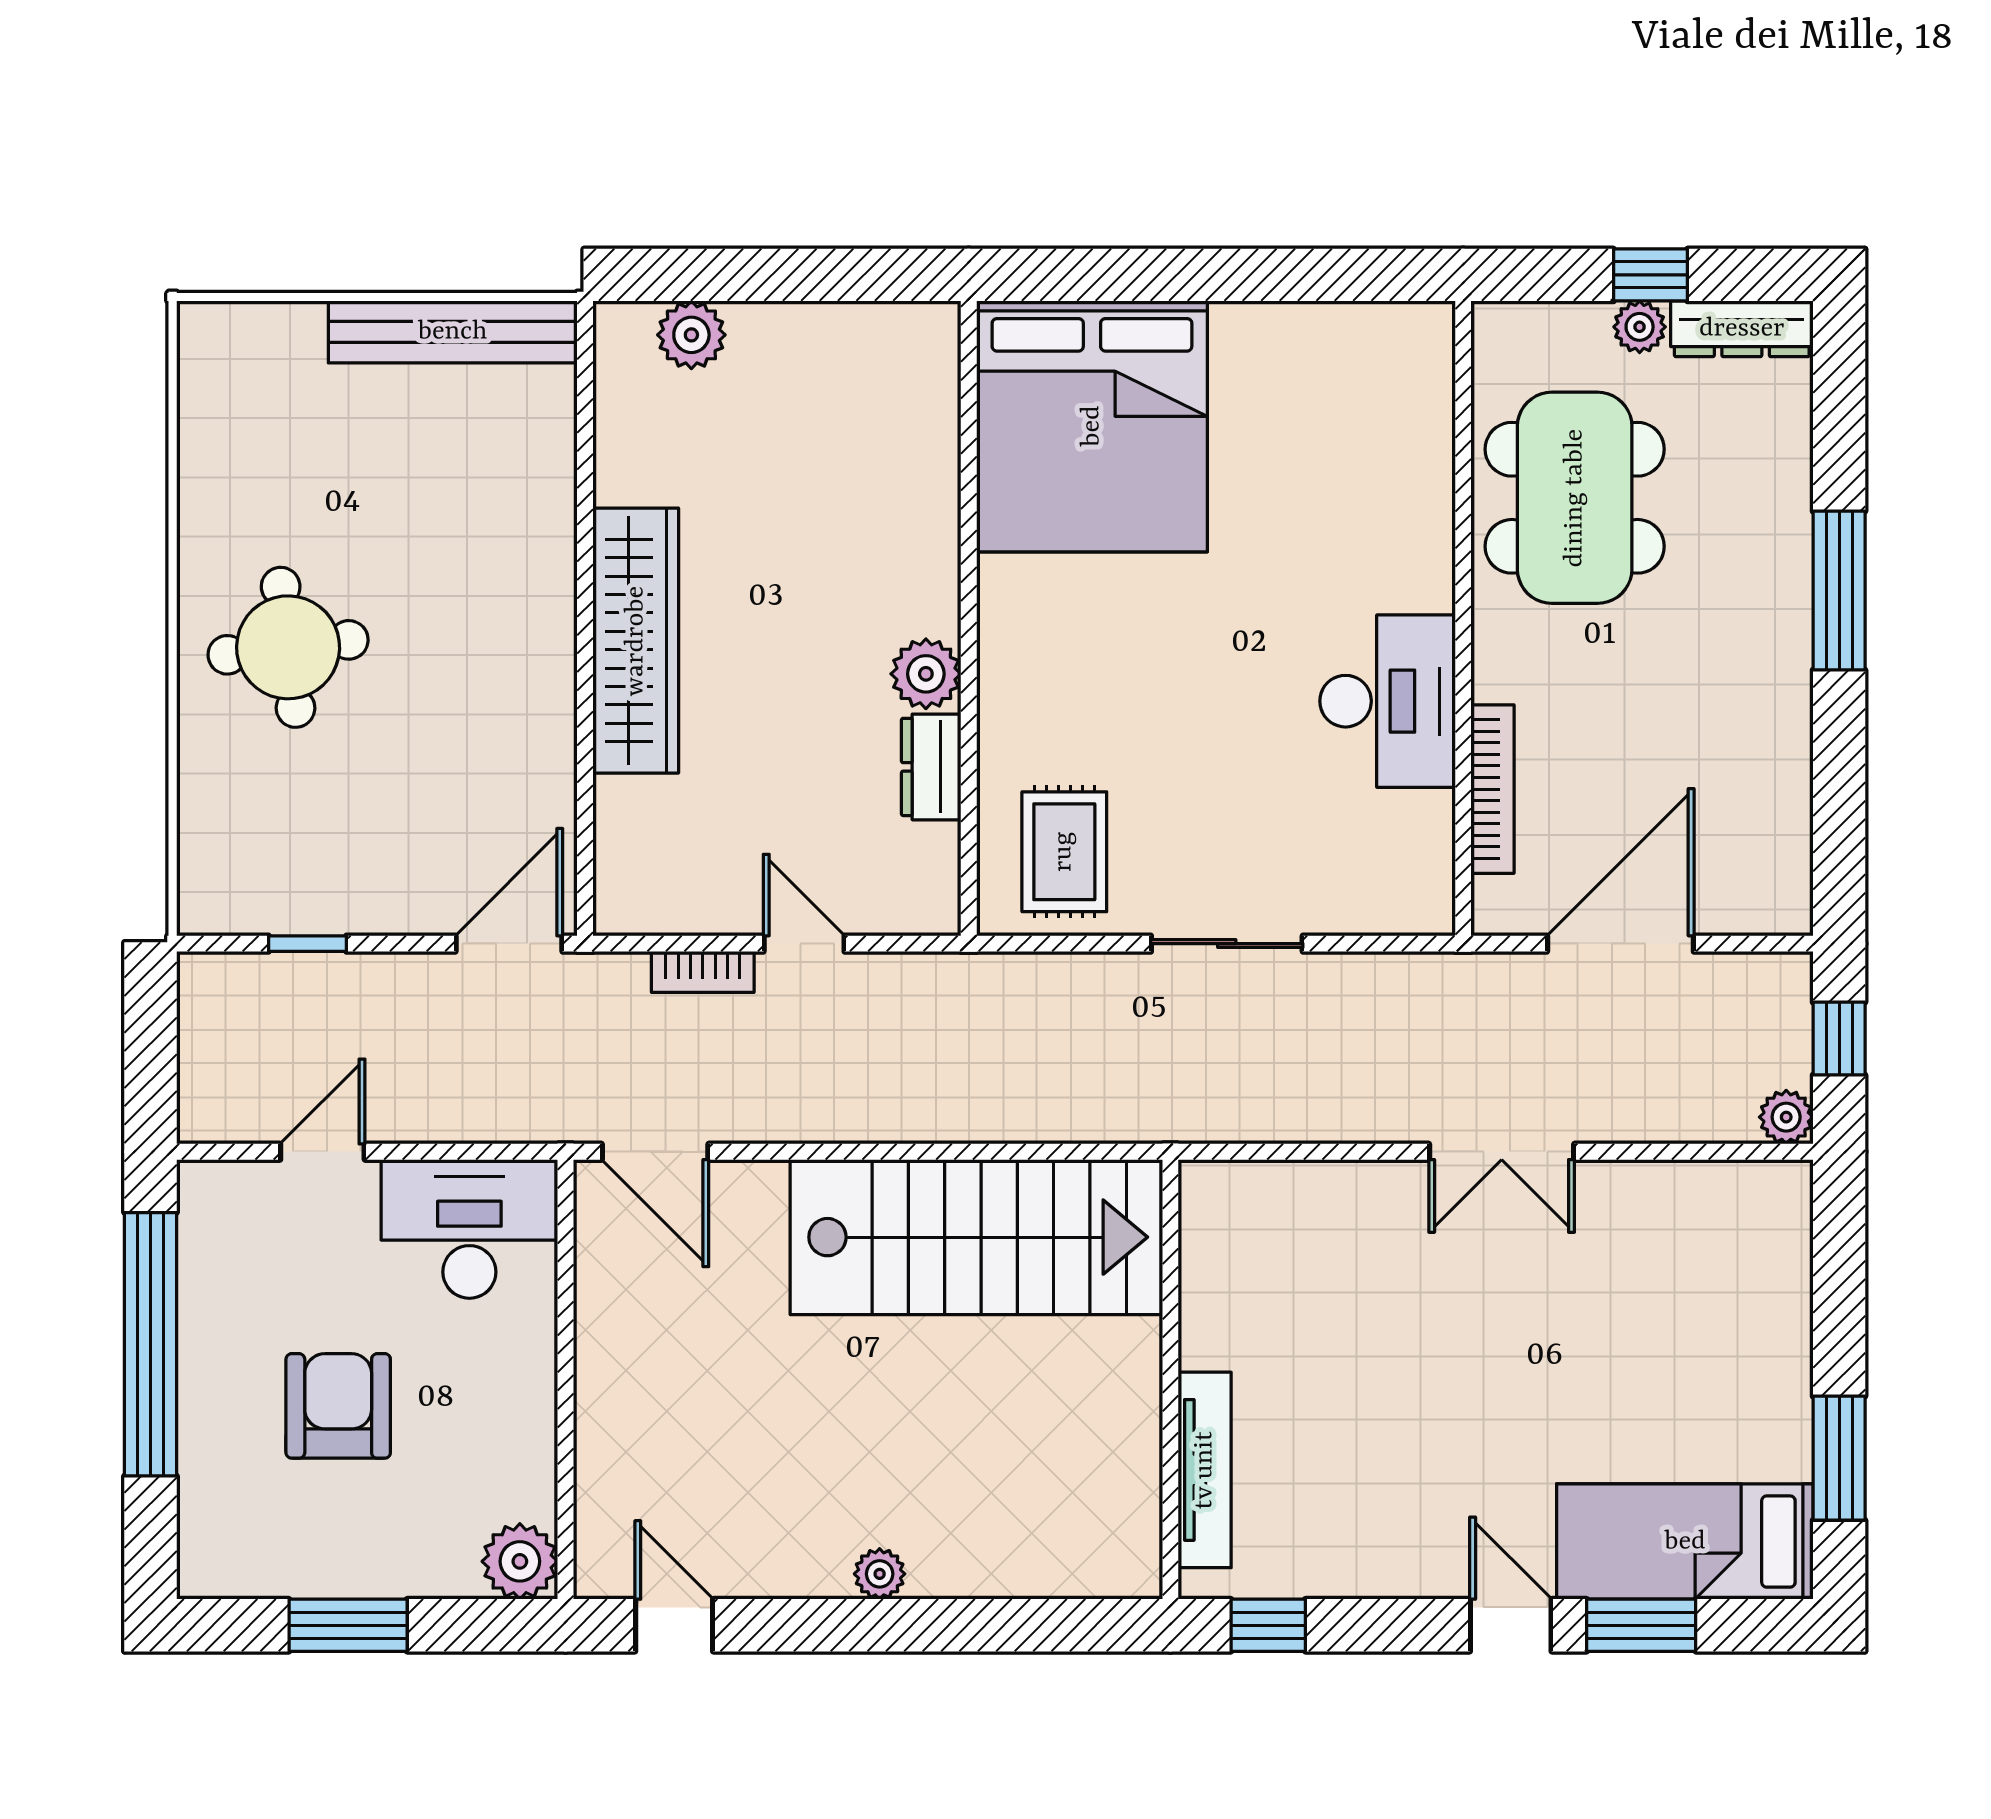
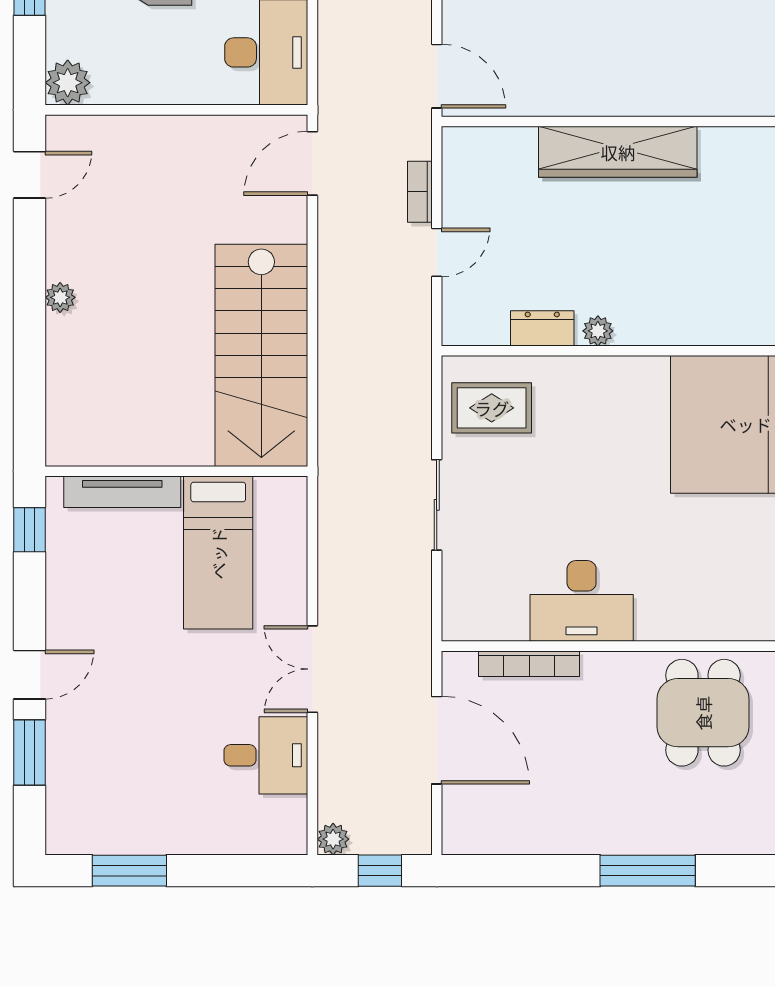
dining table: (1575, 498) -> (703, 713), width x0.73
plant: (926, 674) -> (598, 331), width x0.73, depth x0.73
desk: (1646, 1229) -> (266, 755), added
bed: (1685, 1542) -> (218, 553), moved, turned 180

